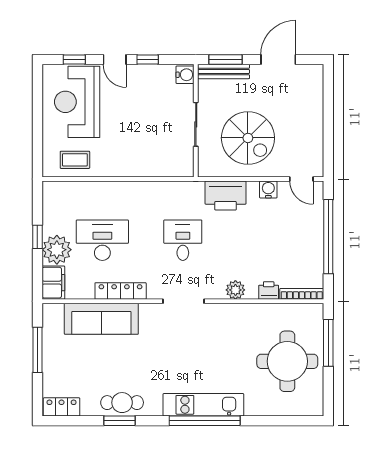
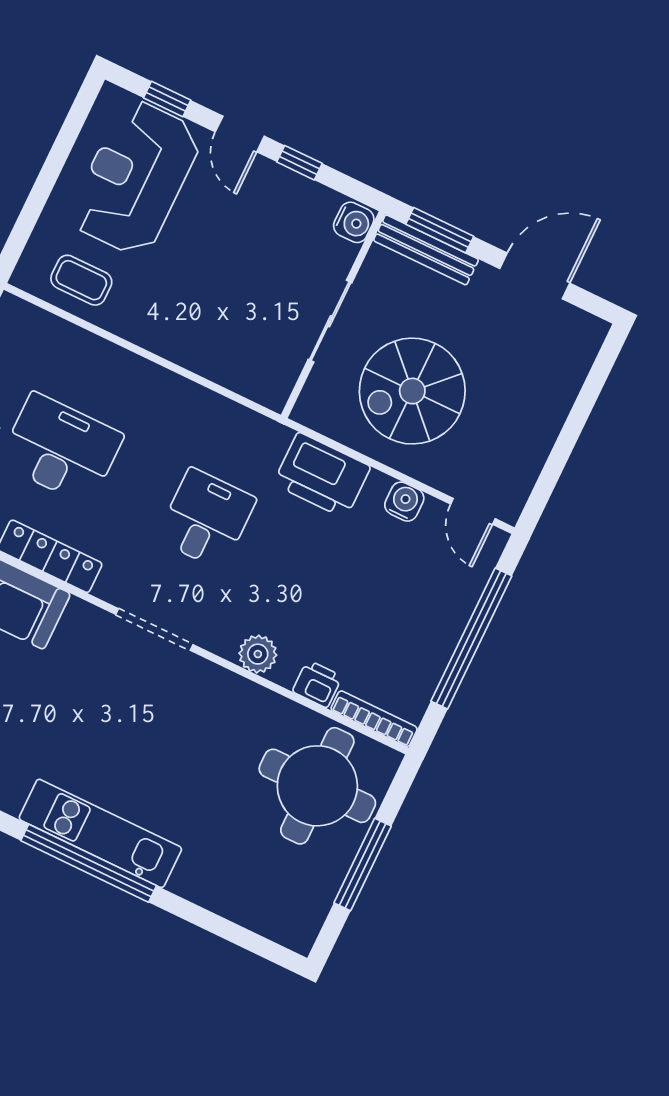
spiral stairs: (248, 138) -> (412, 391), turned 90
window: (328, 343) -> (363, 864), moved
round table: (287, 361) -> (317, 786), moved

